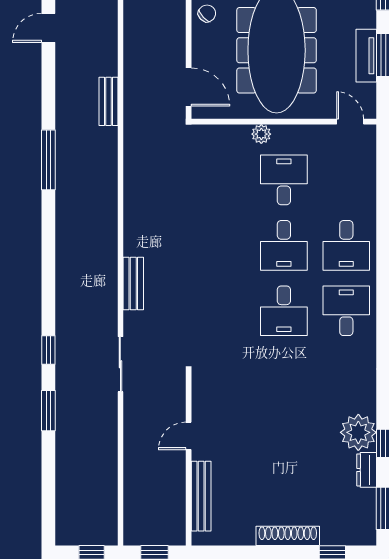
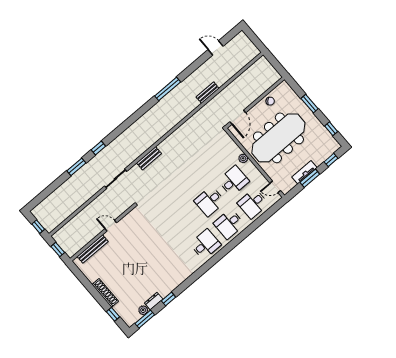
door: (350, 122) -> (275, 187), swing flipped
desk: (284, 311) -> (253, 204), moved
plant: (358, 432) -> (143, 310), moved, width x0.53, depth x0.53

